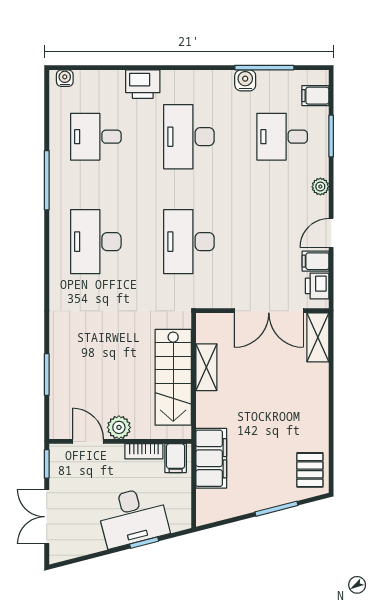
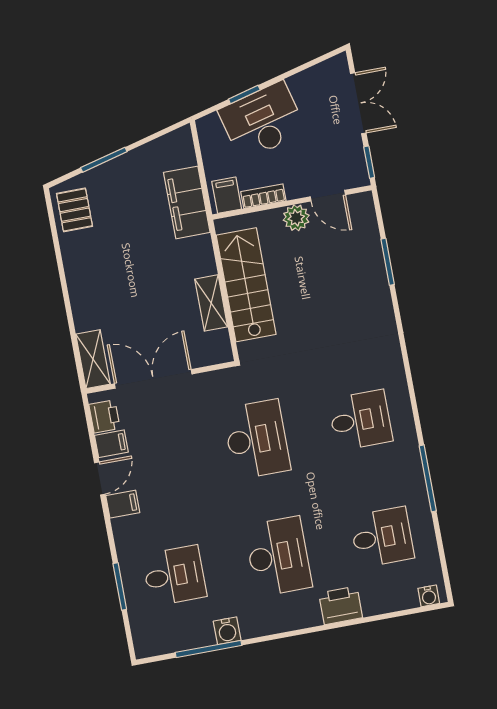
filing cabinet: (315, 96) -> (123, 504), moved
plant: (320, 187) -> (121, 528), removed
desk: (96, 242) -> (360, 420), width x0.73

